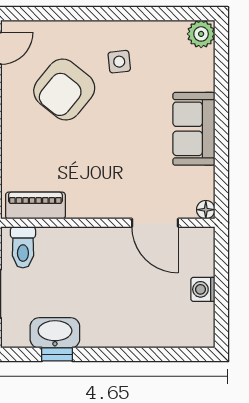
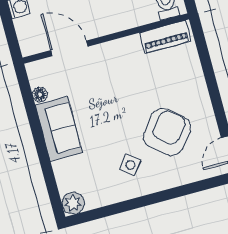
side table: (119, 62) -> (130, 165), turned 45
floor lamp: (206, 210) -> (40, 95), moved

